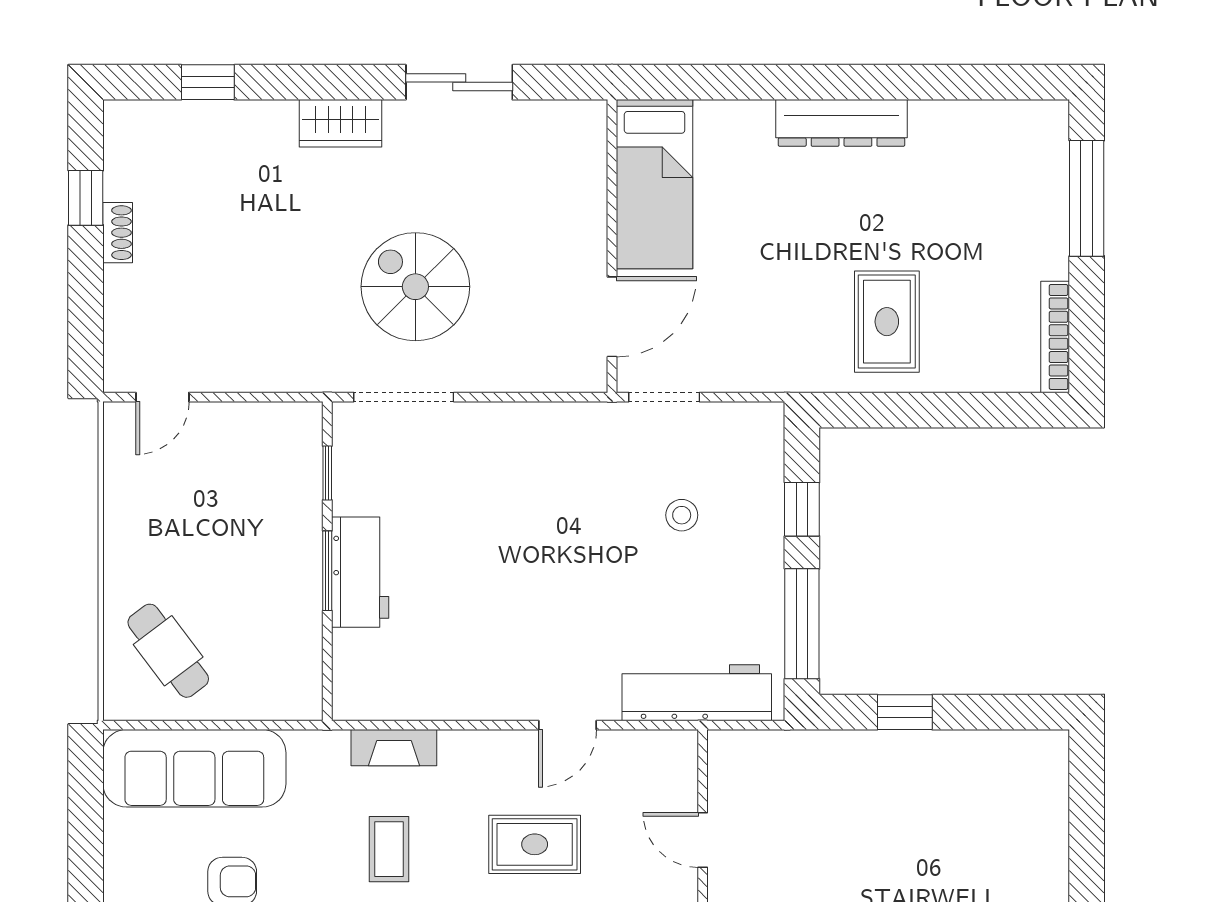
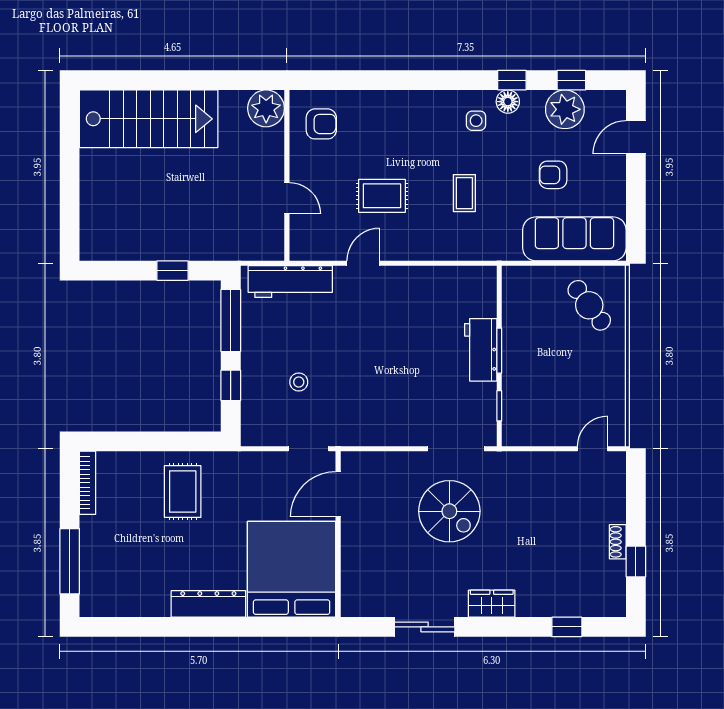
bed: (655, 184) -> (292, 569), width x2.04
fireplace: (394, 748) -> (462, 250), removed

